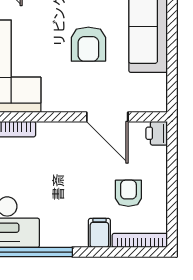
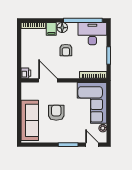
armchair: (128, 193) -> (66, 50), moved
floor lamp: (75, 236) -> (62, 28), added

